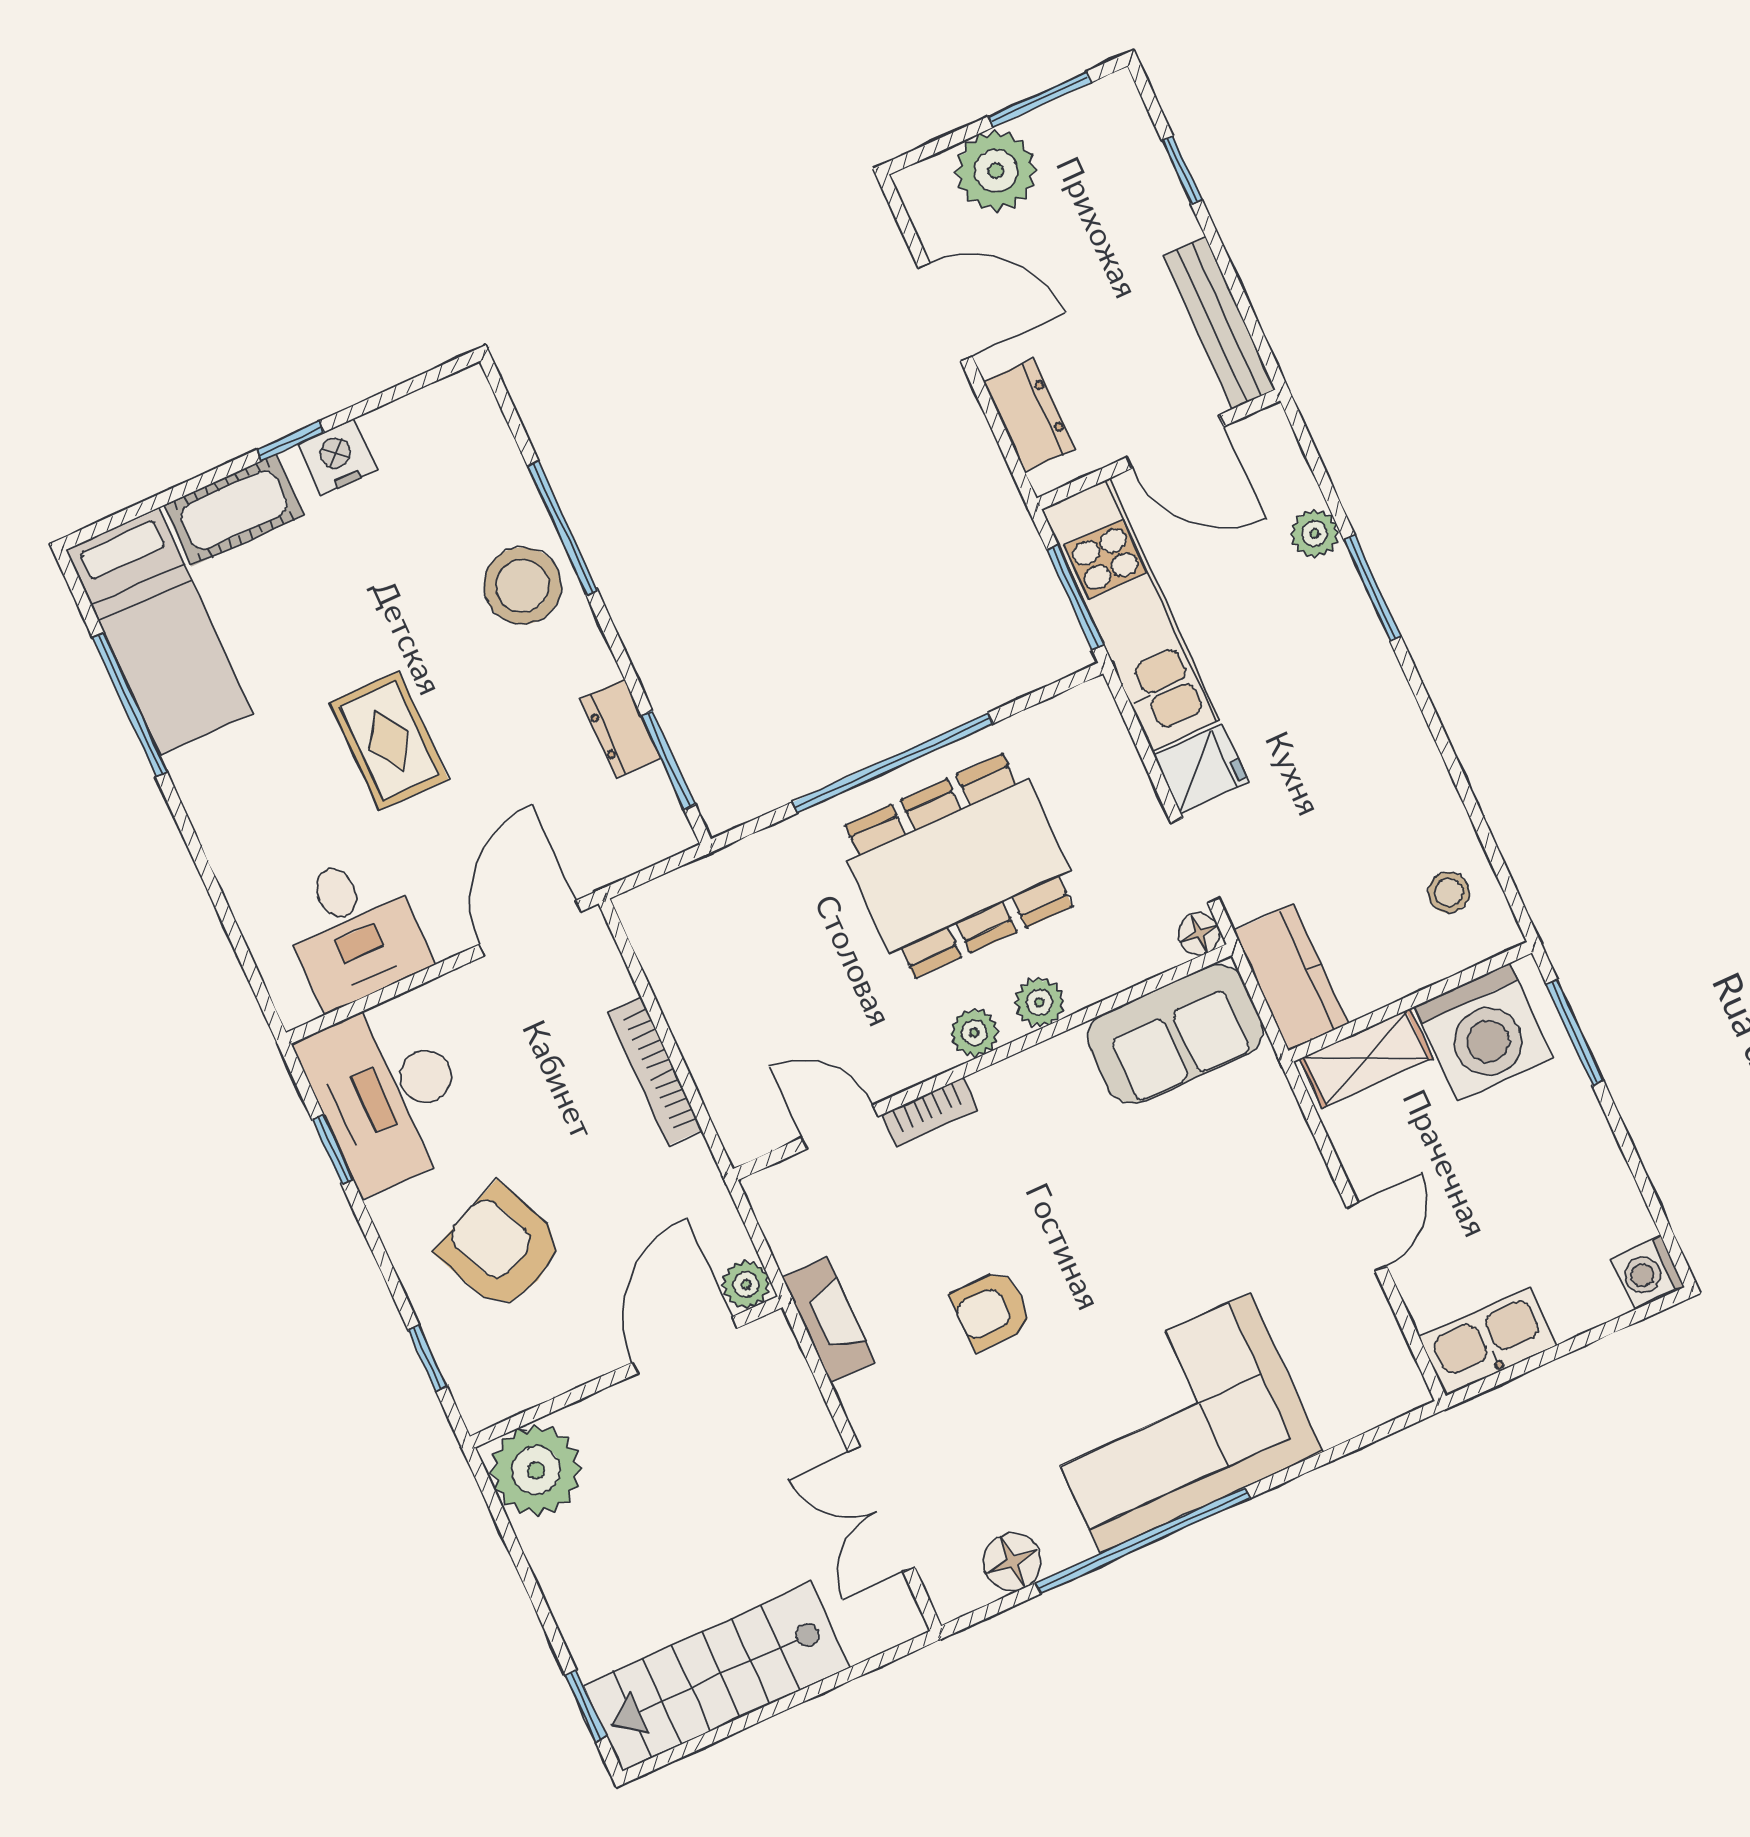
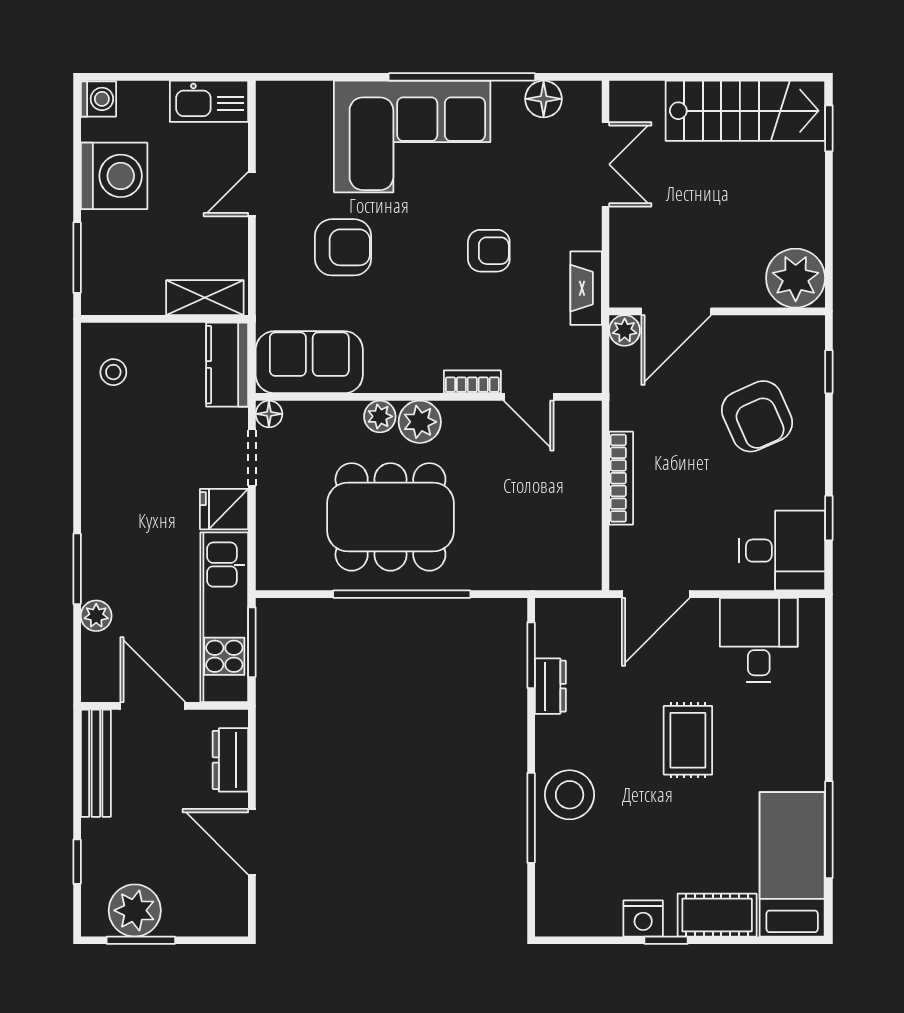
plant: (996, 171) -> (135, 910), moved
washing machine: (1484, 1032) -> (114, 176), moved, turned 90
plant: (974, 1033) -> (420, 422), width x1.38, depth x1.38
desk: (388, 1094) -> (782, 551), width x0.73
armchair: (1202, 1220) -> (343, 247), added

